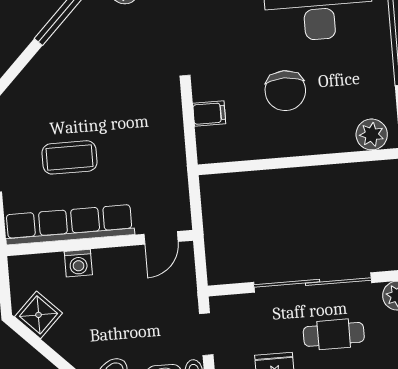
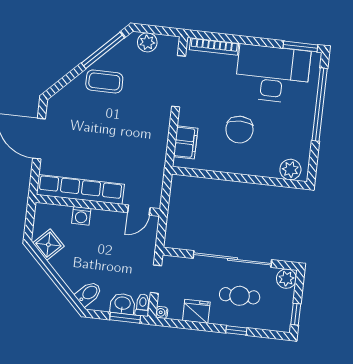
filing cabinet: (209, 113) -> (186, 142), width x2.00
coffee table: (70, 157) -> (104, 81), moved

